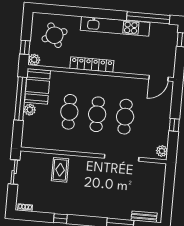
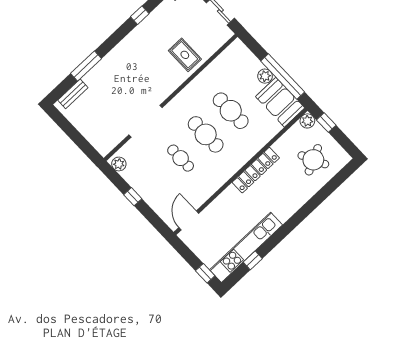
window: (148, 18) -> (253, 260), width x0.32
kitchen unit: (115, 26) -> (246, 247), moved
cafe table: (125, 117) -> (181, 158), width x0.73, depth x0.74

